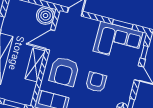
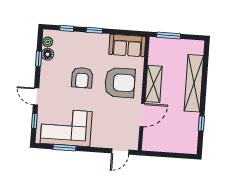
boiler: (46, 16) -> (152, 141), removed
armchair: (64, 72) -> (120, 83), turned 90

